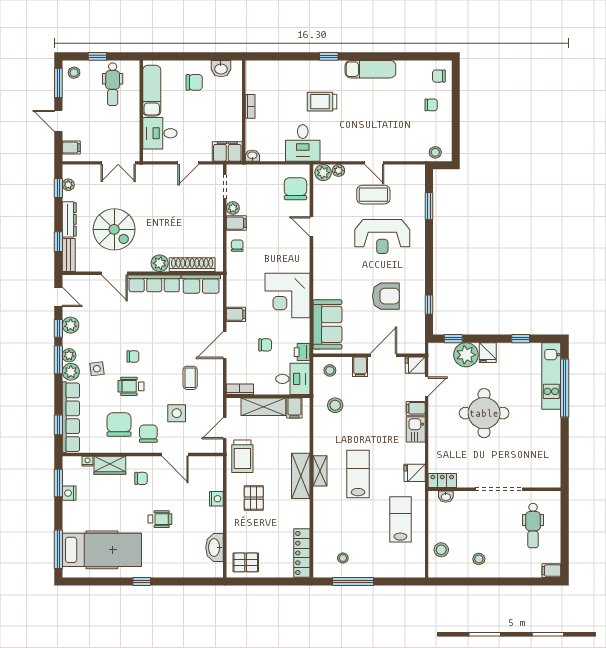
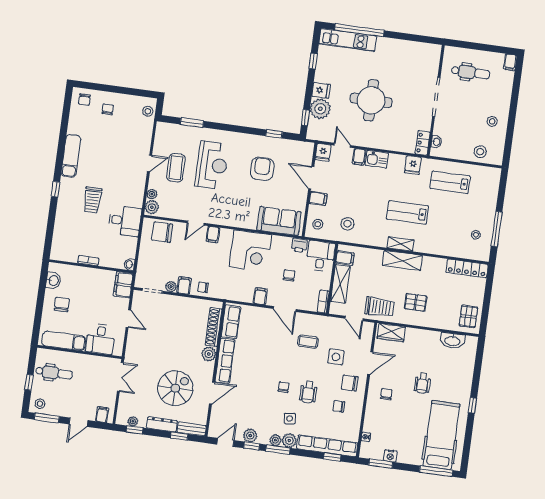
filing cabinet: (301, 249) -> (213, 235), added
chair: (119, 424) -> (339, 406), width x0.54, depth x0.54
wardrobe: (110, 465) -> (391, 333), moved, turned 90
nightstand: (216, 499) -> (412, 334), removed
wheelchair: (160, 519) -> (422, 383), turned 180

